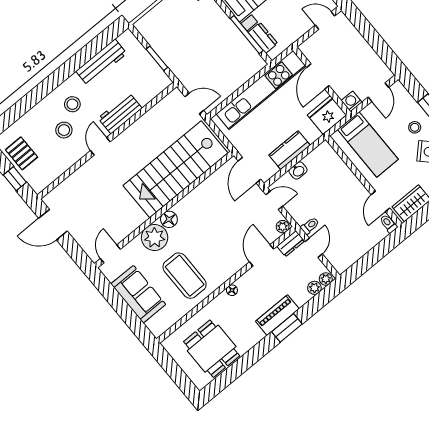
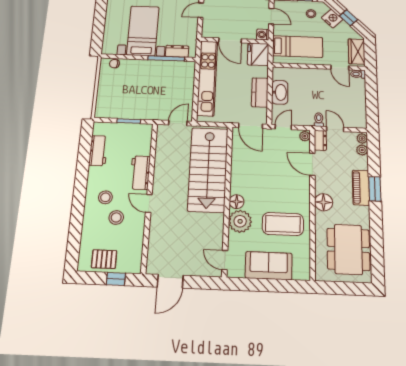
workbench: (101, 62) -> (98, 151), width x0.73
washbasin: (298, 171) -> (280, 92), width x1.91, depth x1.45
floor lamp: (232, 290) -> (324, 202), width x1.89, depth x1.89
dining table: (212, 349) -> (348, 249), width x1.37

